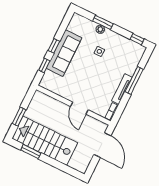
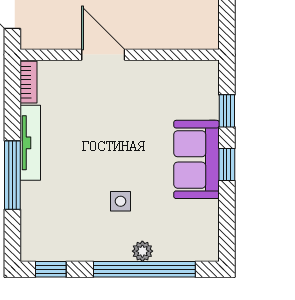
window: (103, 22) -> (144, 269), width x2.11
sofa: (64, 53) -> (197, 159), width x0.73

